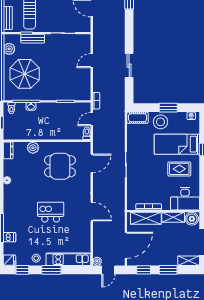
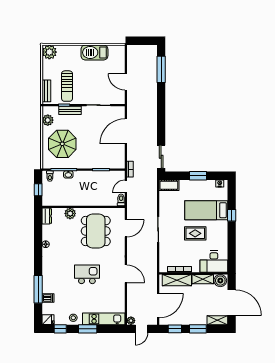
door: (92, 61) -> (126, 131), width x1.87
sliding door: (129, 66) -> (161, 157), moved
stool: (160, 122) -> (191, 189), removed
dining table: (60, 166) -> (96, 231), width x1.38
rug: (179, 169) -> (195, 233), moved

